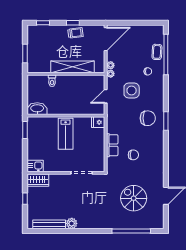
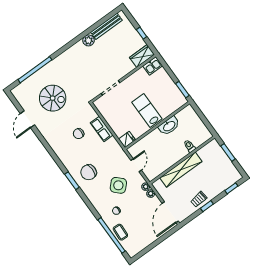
side table: (132, 91) -> (118, 185), turned 45
washbasin: (37, 109) -> (169, 126), moved

